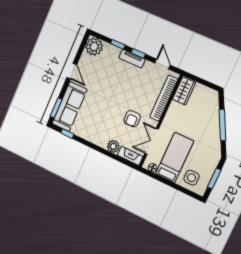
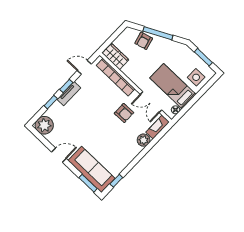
armchair: (210, 113) -> (144, 41), added

